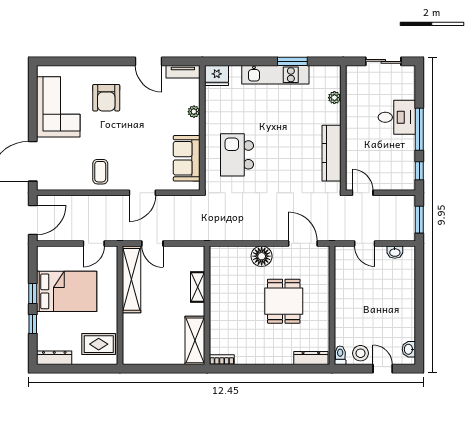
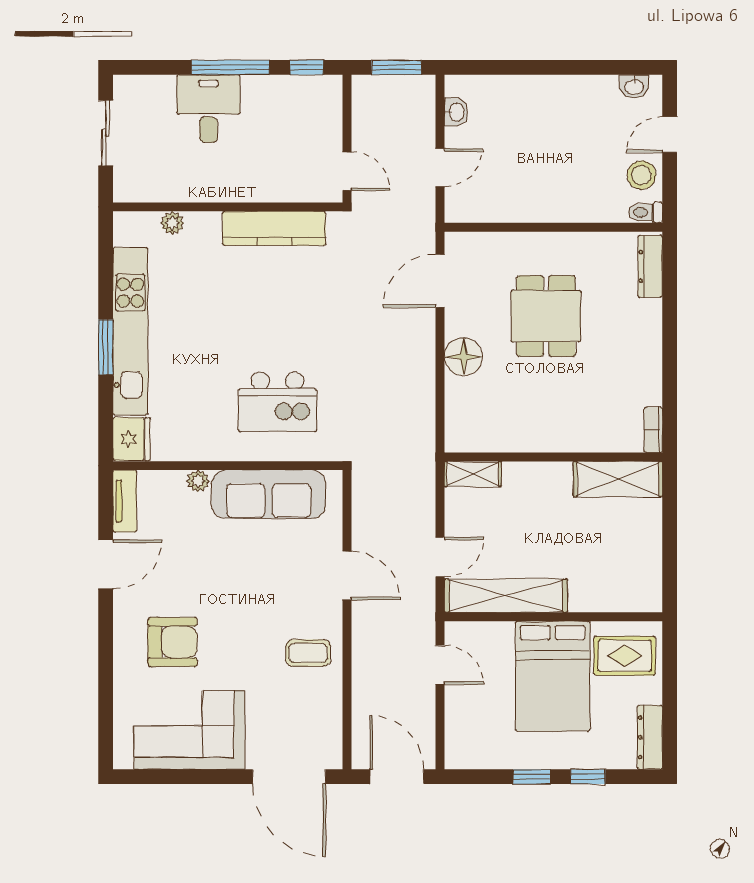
window: (292, 61) -> (106, 347), moved
kitchen unit: (275, 75) -> (130, 331), width x1.36
sofa: (187, 158) -> (269, 494), width x1.36
door: (363, 193) -> (347, 171), swing flipped
shelving: (198, 287) -> (473, 474), moved
bed: (67, 291) -> (553, 676), moved, turned 180
dining table: (284, 301) -> (546, 316), turned 90
rug: (99, 344) -> (625, 656), turned 90

